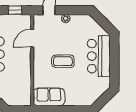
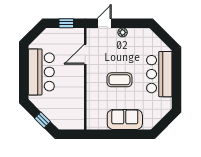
sofa: (49, 97) -> (125, 120), moved

